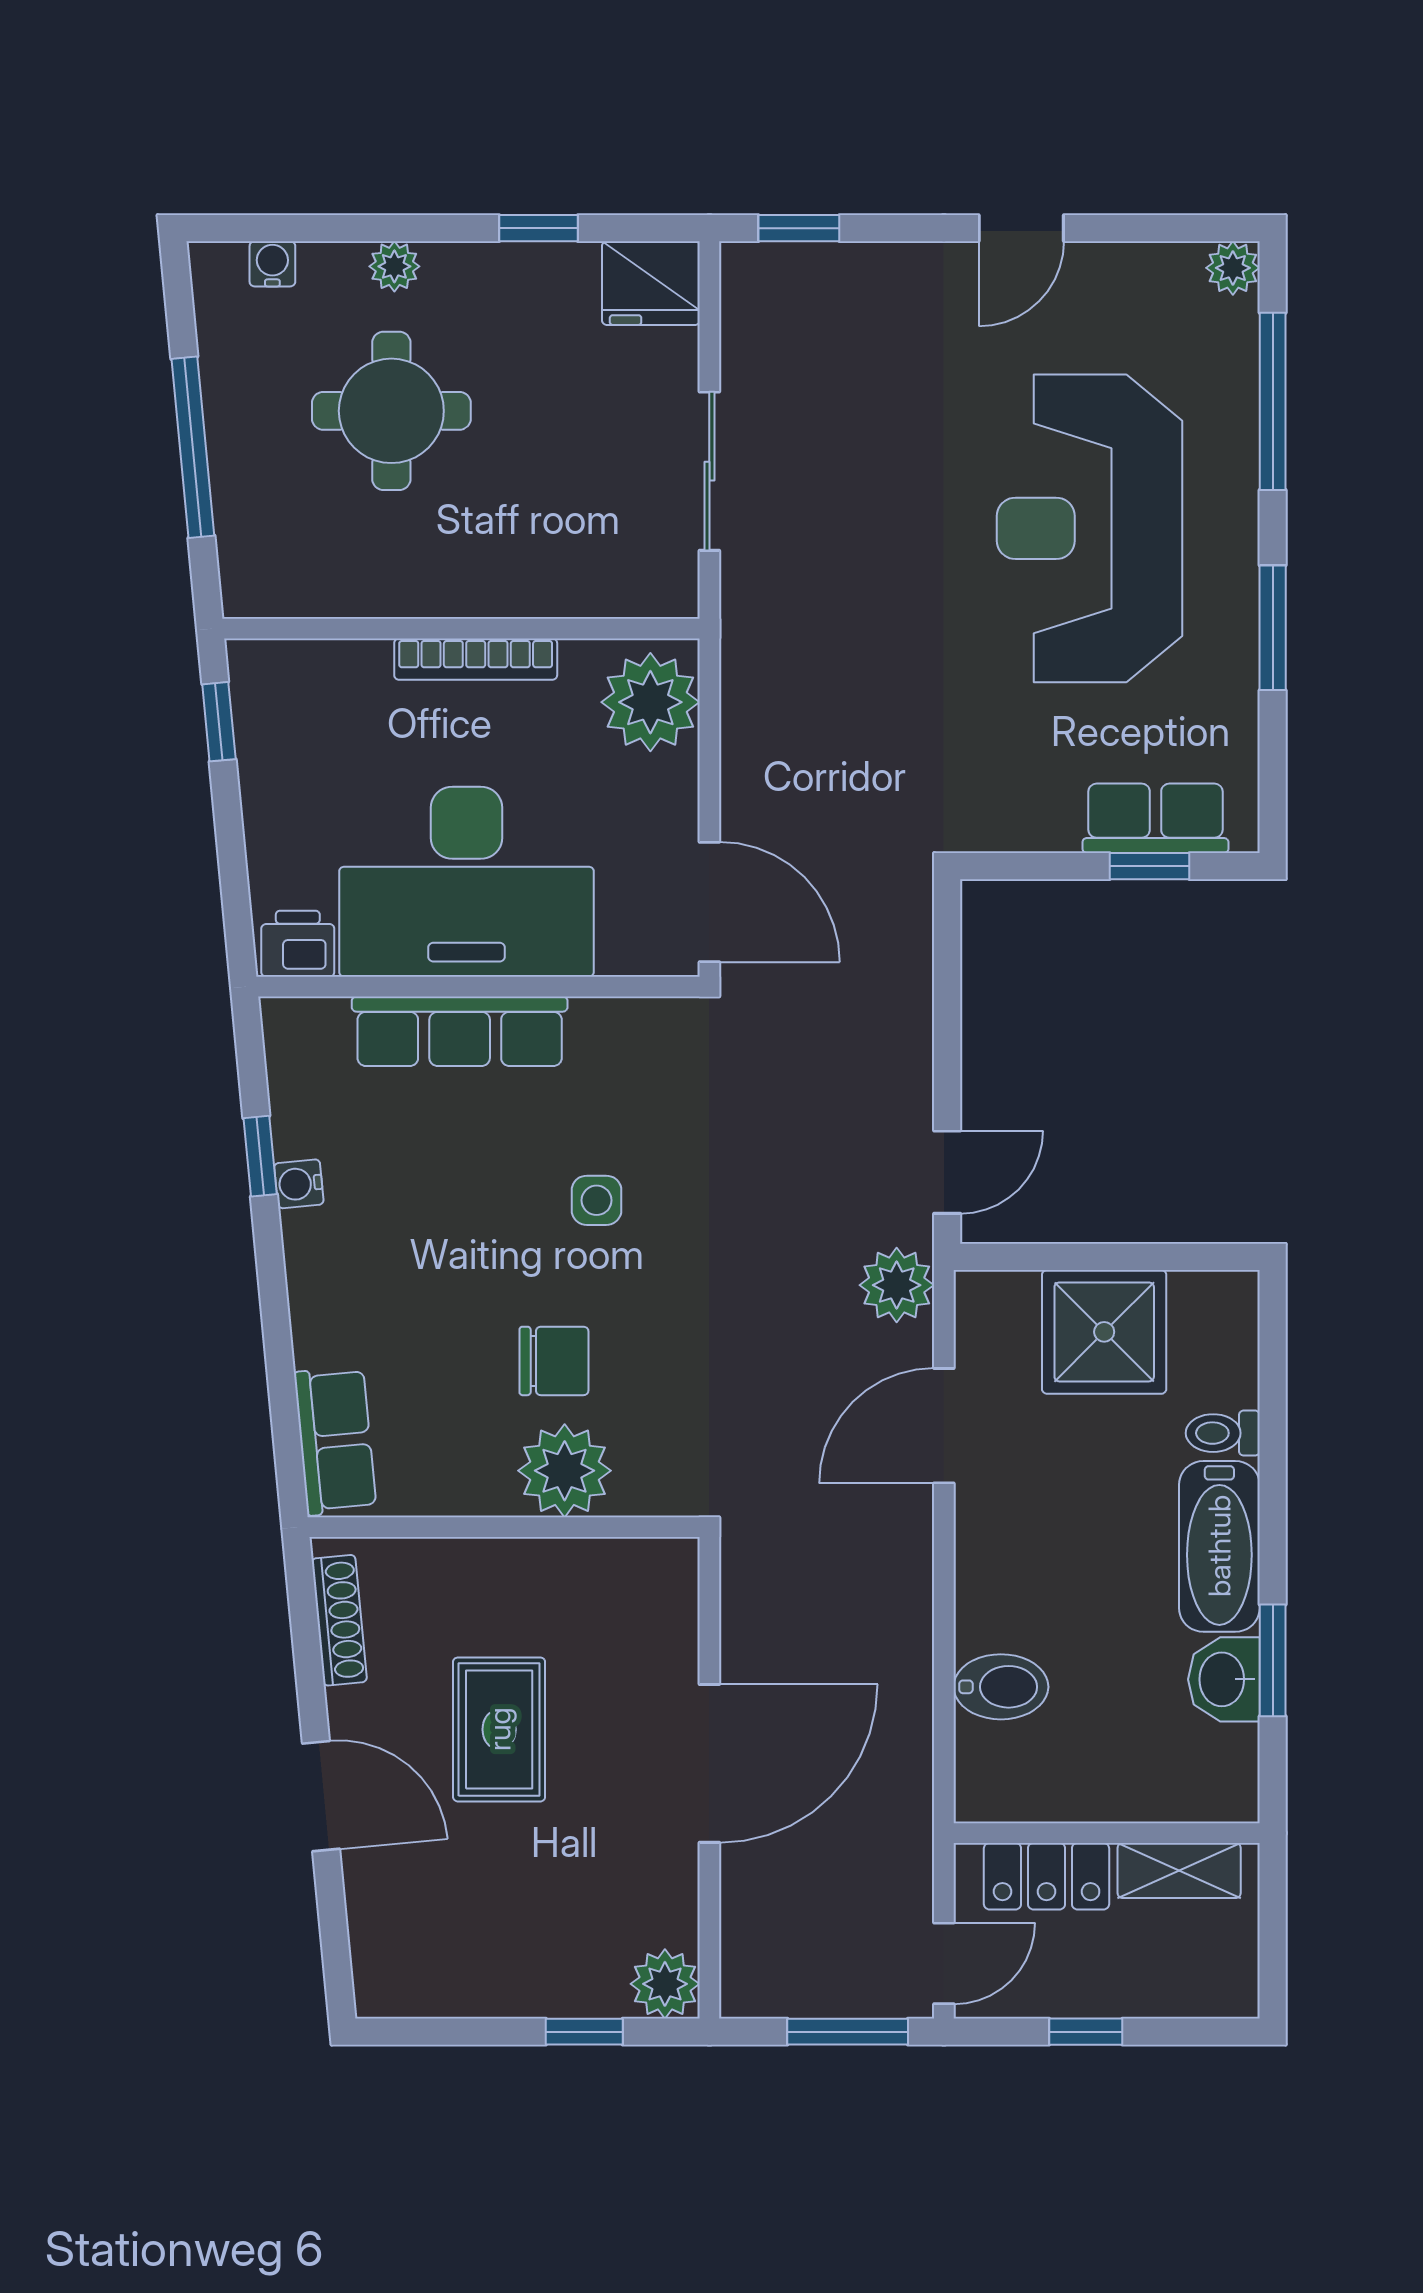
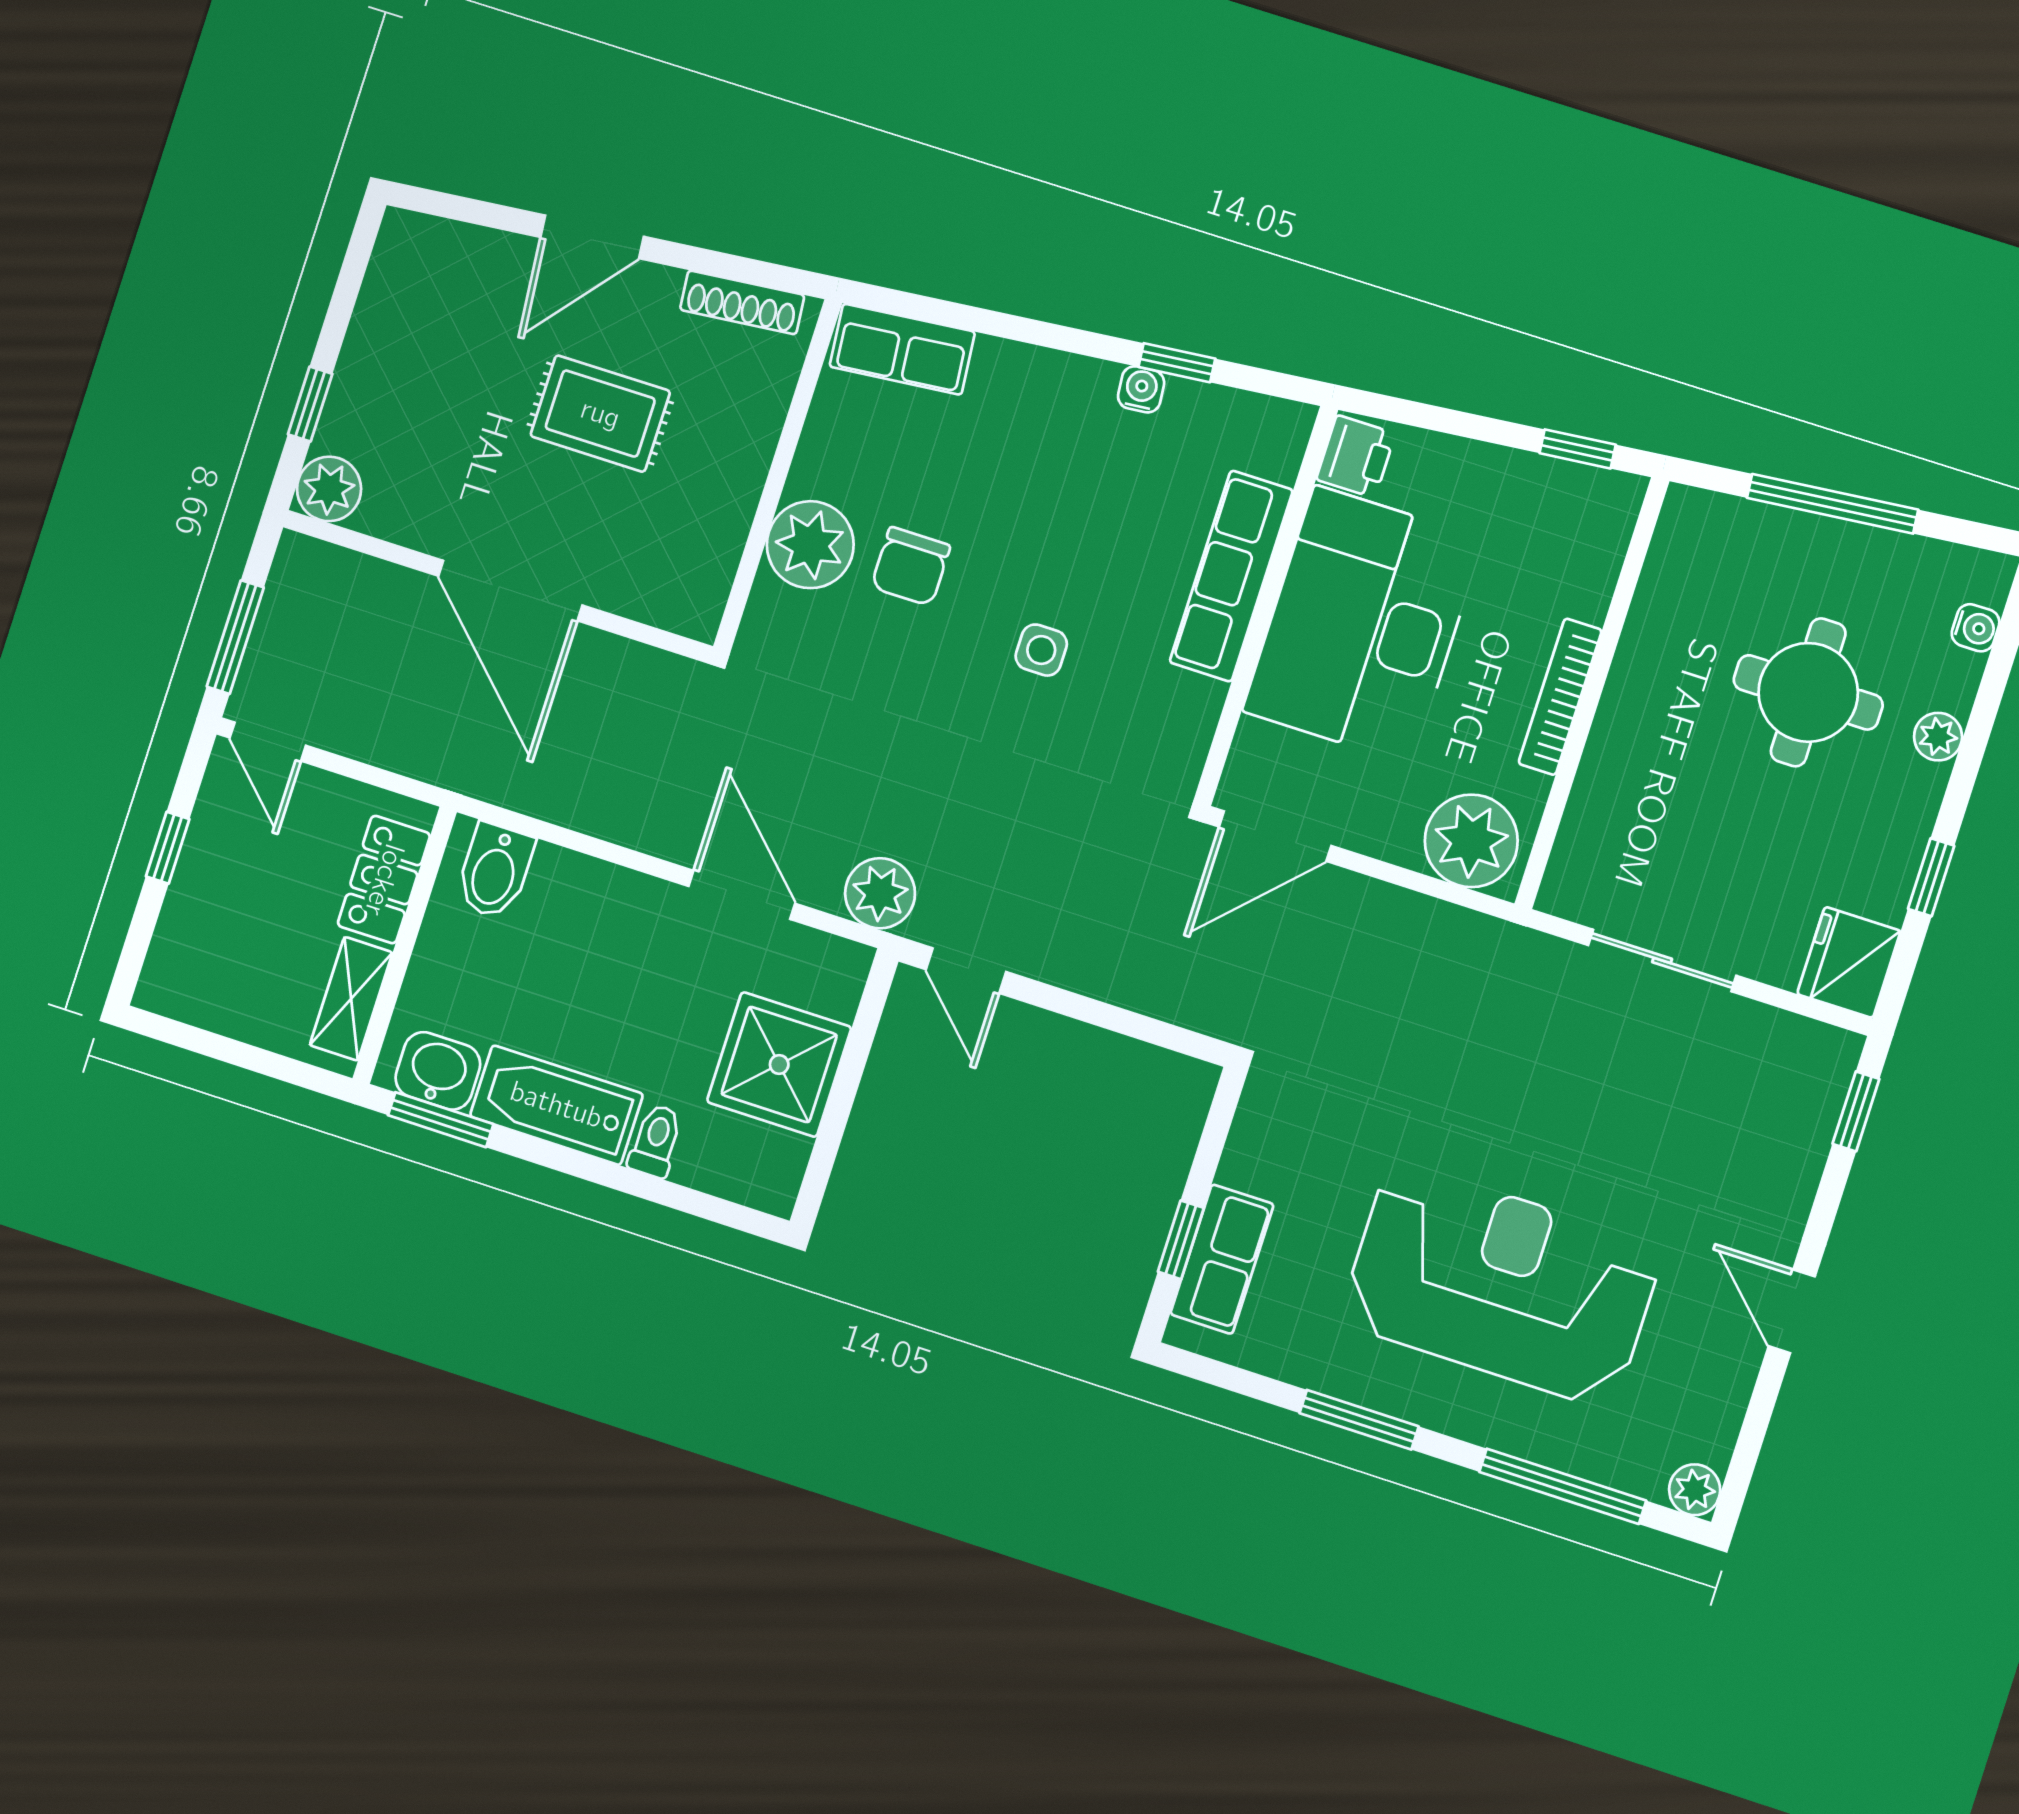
wall: (1107, 1833) -> (405, 945), moved
shelving: (1179, 1870) -> (351, 999), moved
locker: (1047, 1876) -> (384, 880), moved

